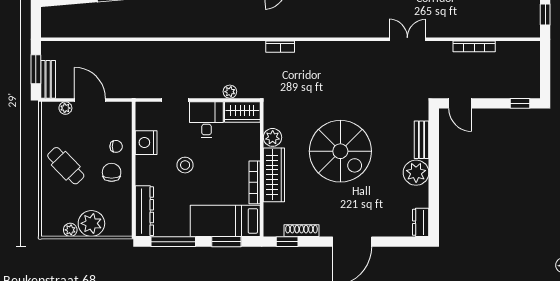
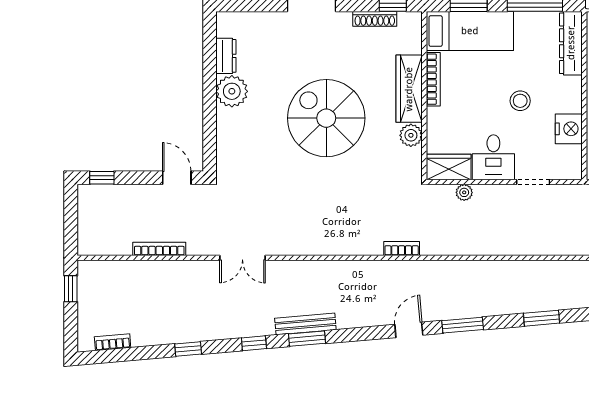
bench: (422, 140) -> (225, 132), removed
dresser: (421, 222) -> (226, 56), moved

